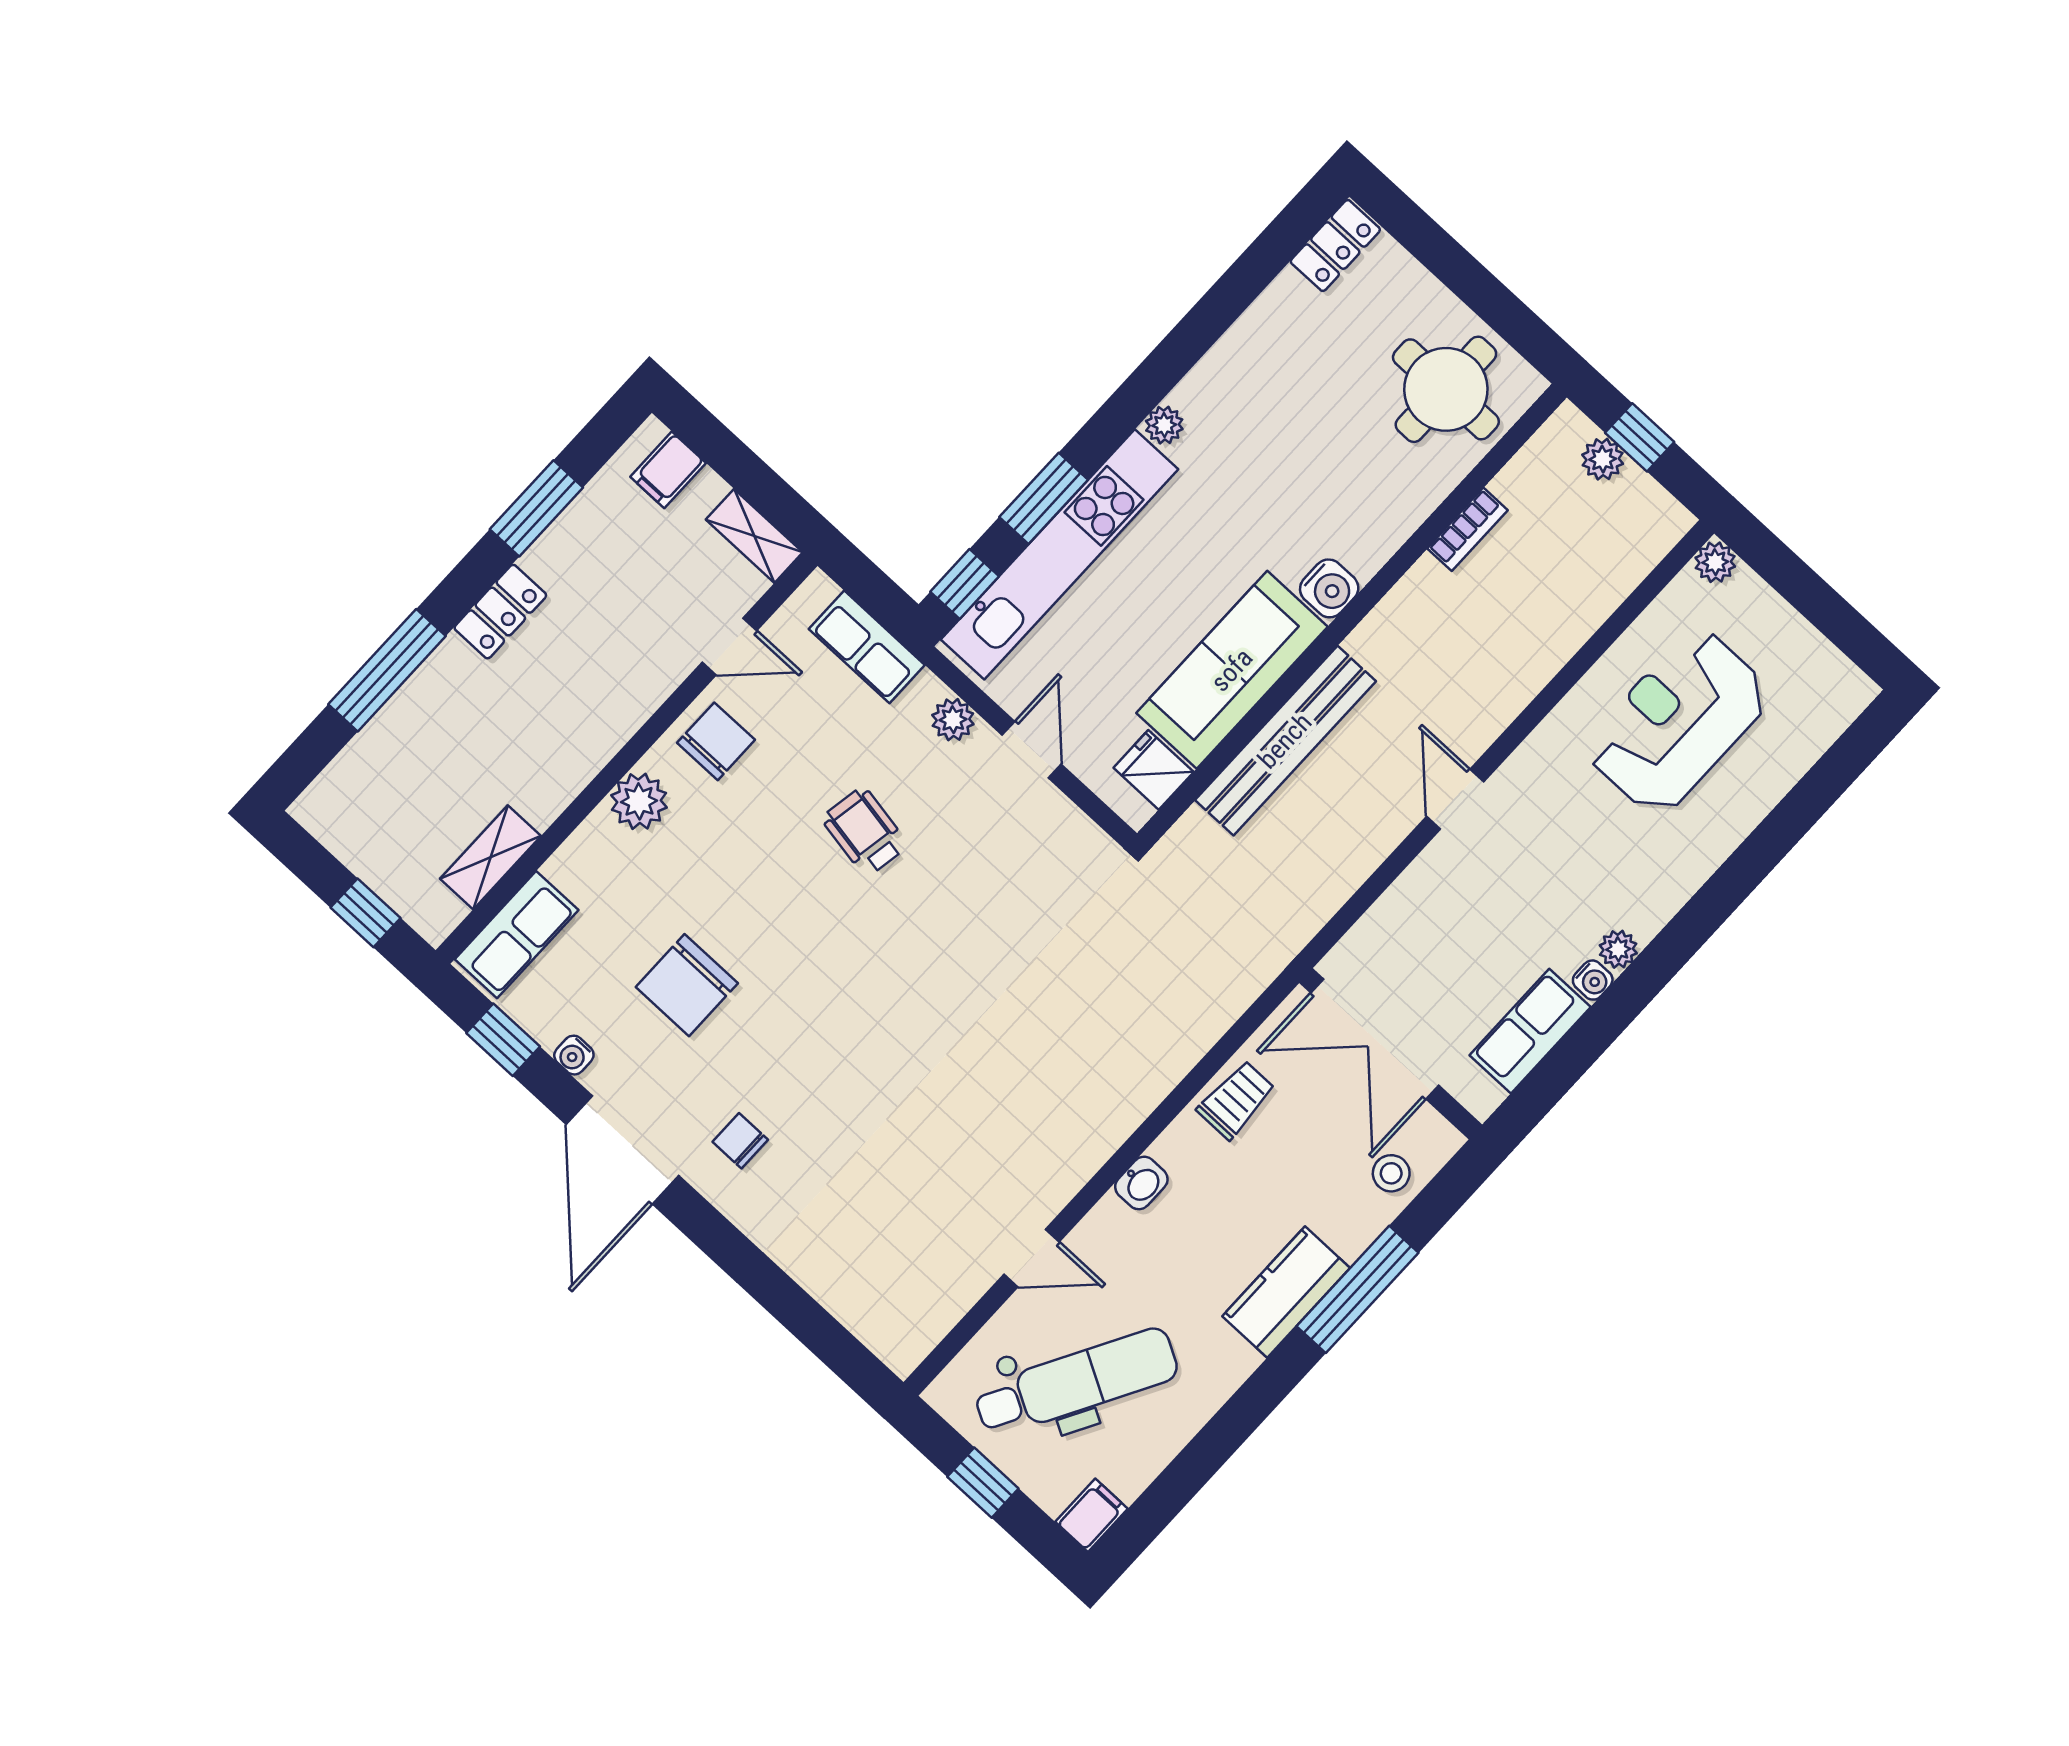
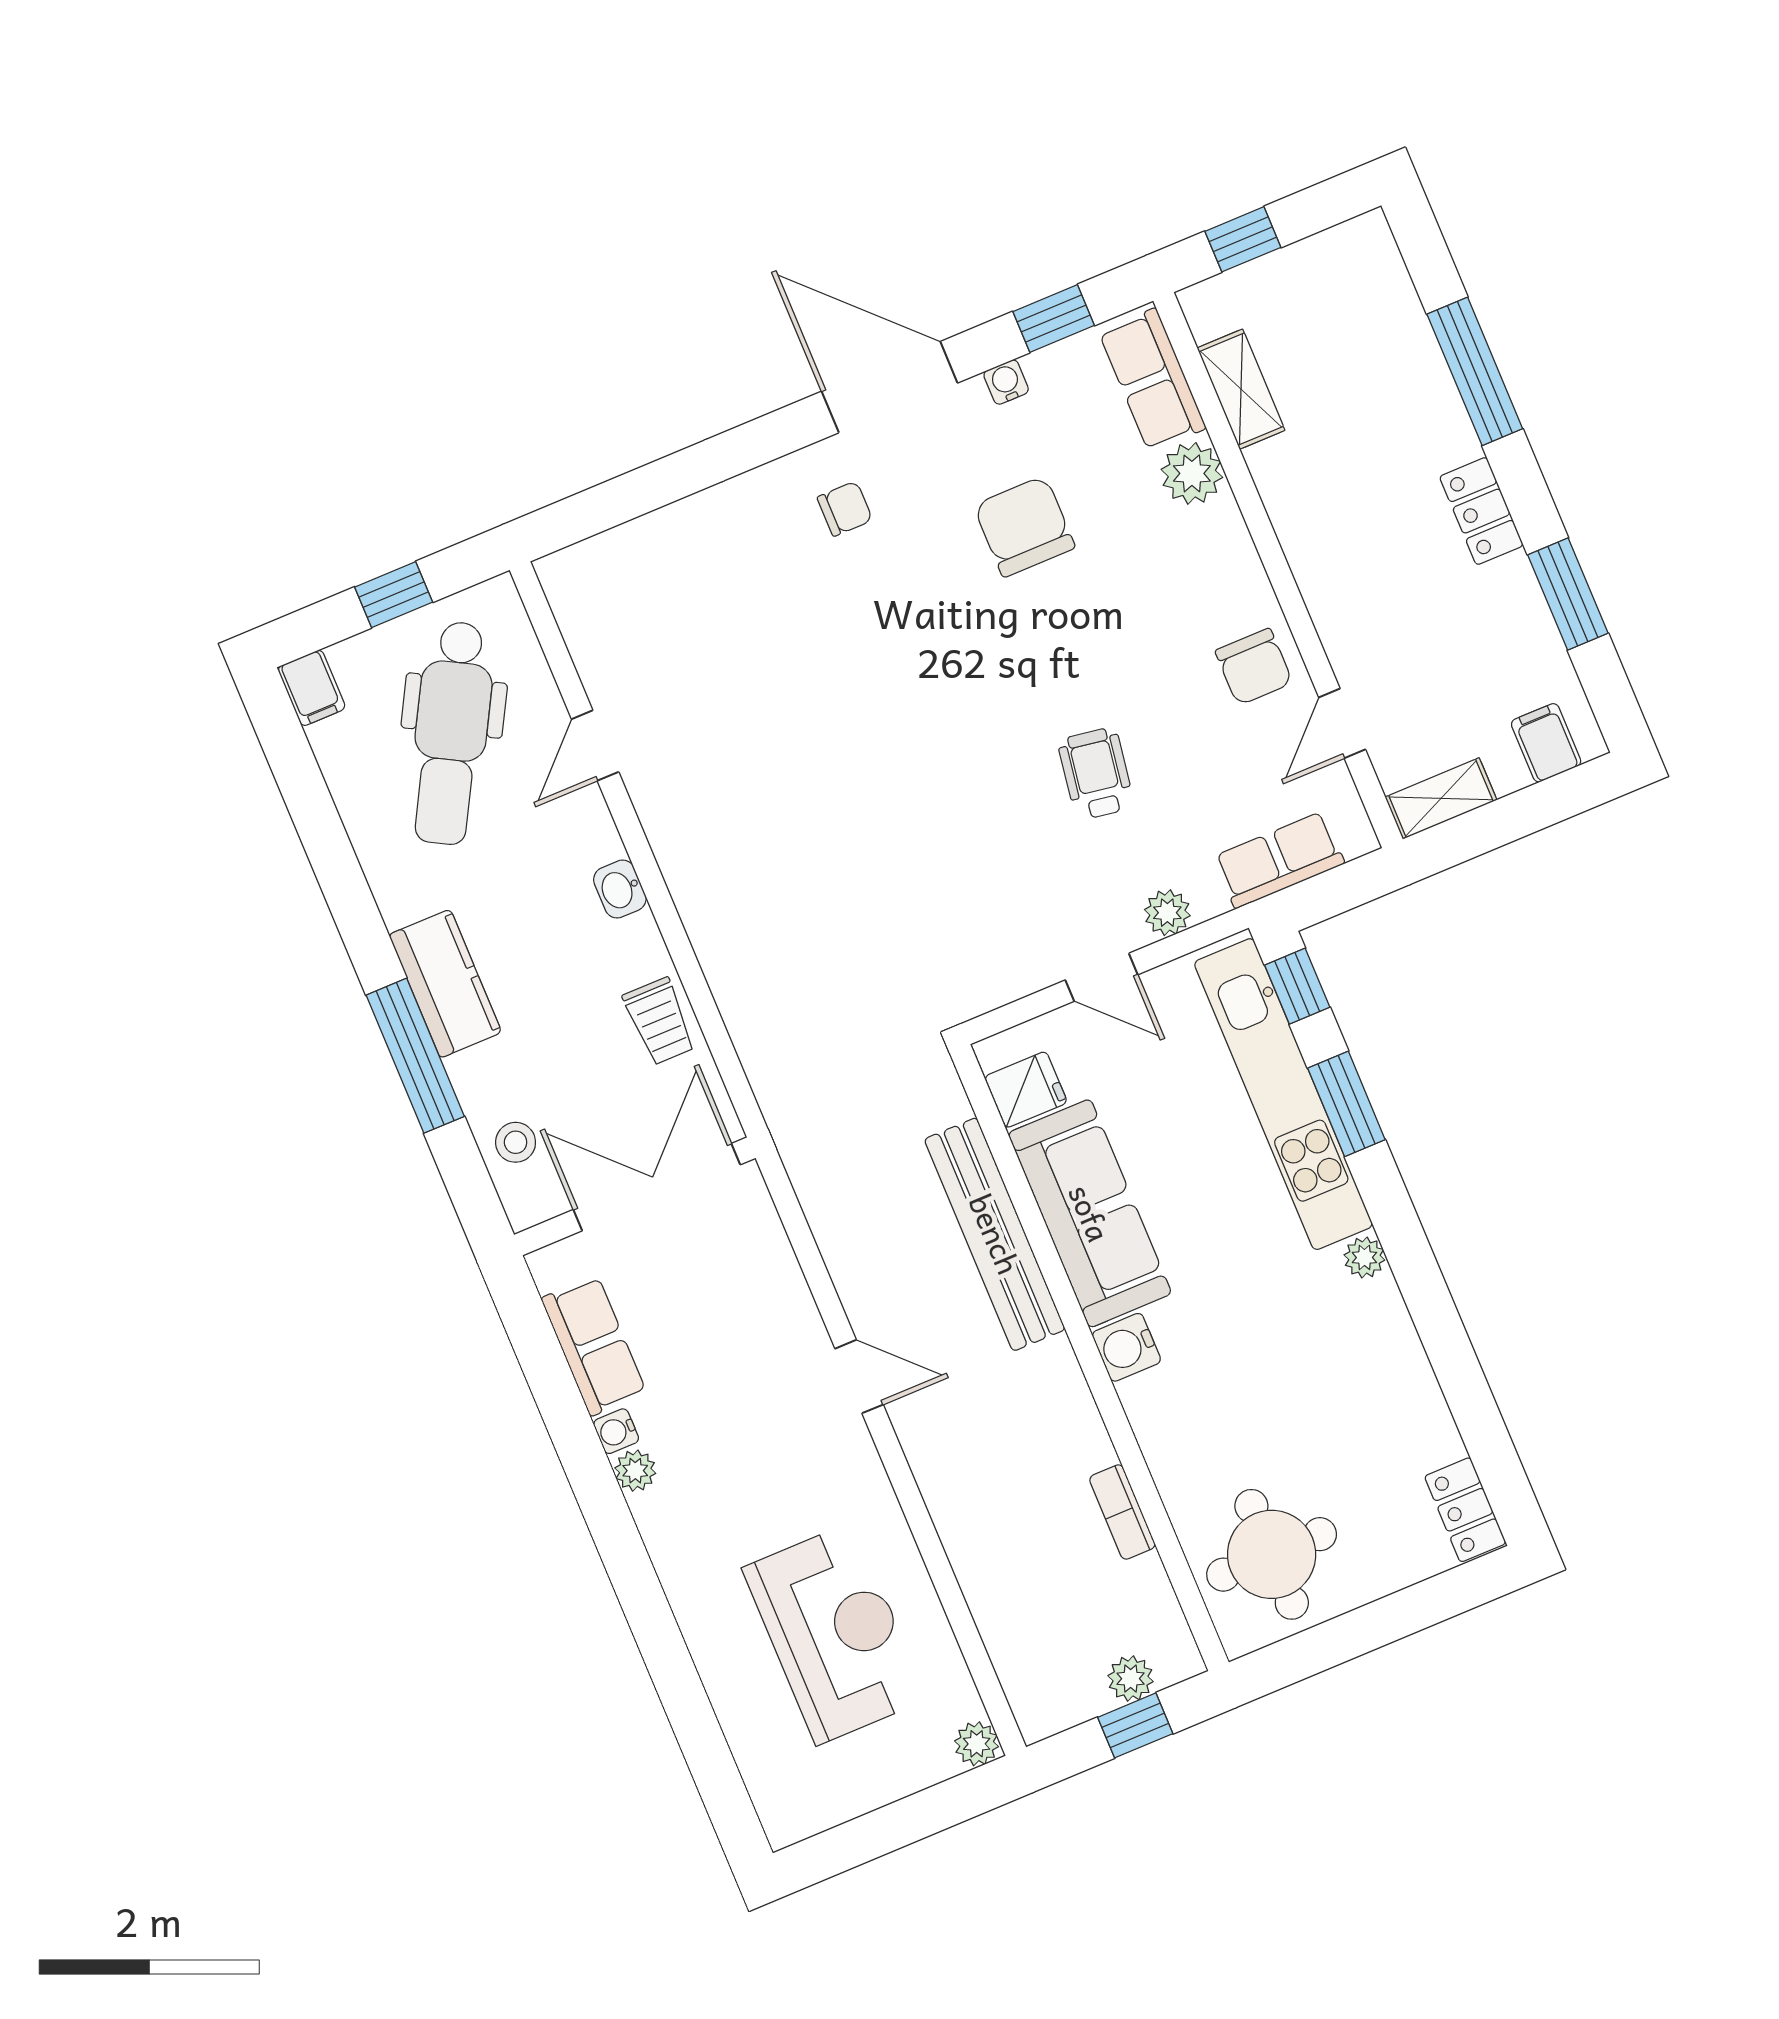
plant: (639, 801) -> (1192, 473), moved
wheelchair: (865, 832) -> (1096, 774), turned -91

